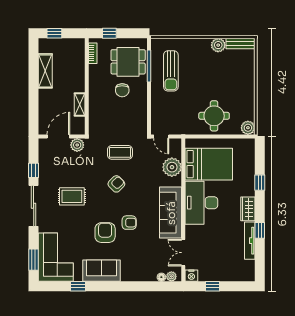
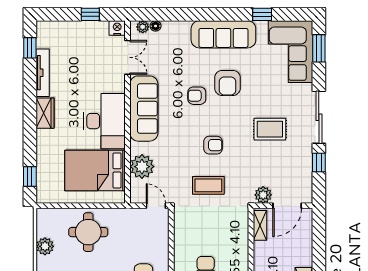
shelving: (80, 105) -> (260, 225), moved
plant: (248, 128) -> (45, 246), moved
window: (260, 183) -> (30, 176), moved
armchair: (116, 184) -> (213, 145), turned -135
window: (260, 230) -> (30, 48), moved
sofa: (102, 271) -> (223, 34), width x1.36

